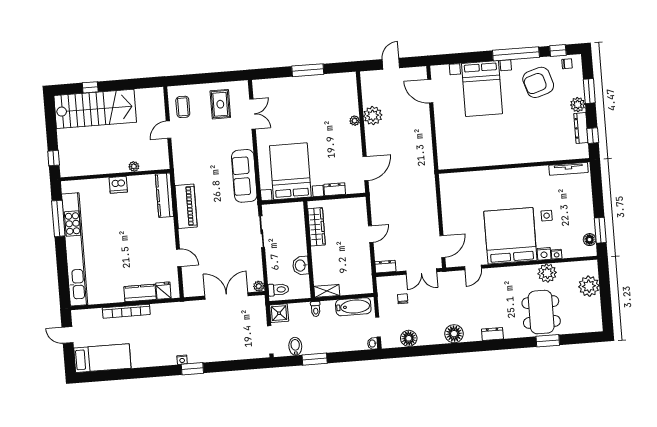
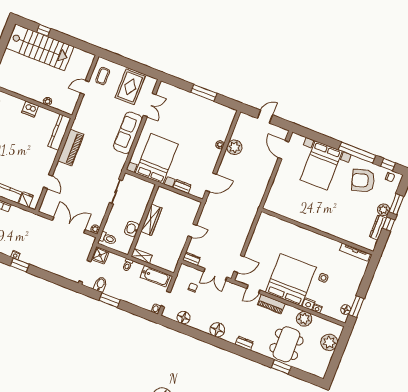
rug: (220, 104) -> (130, 87), width x1.36, depth x1.43
window: (593, 136) -> (389, 224), moved
sofa: (244, 176) -> (128, 133), moved
wardrobe: (317, 227) -> (151, 220), moved
piano: (501, 274) -> (271, 304), added

